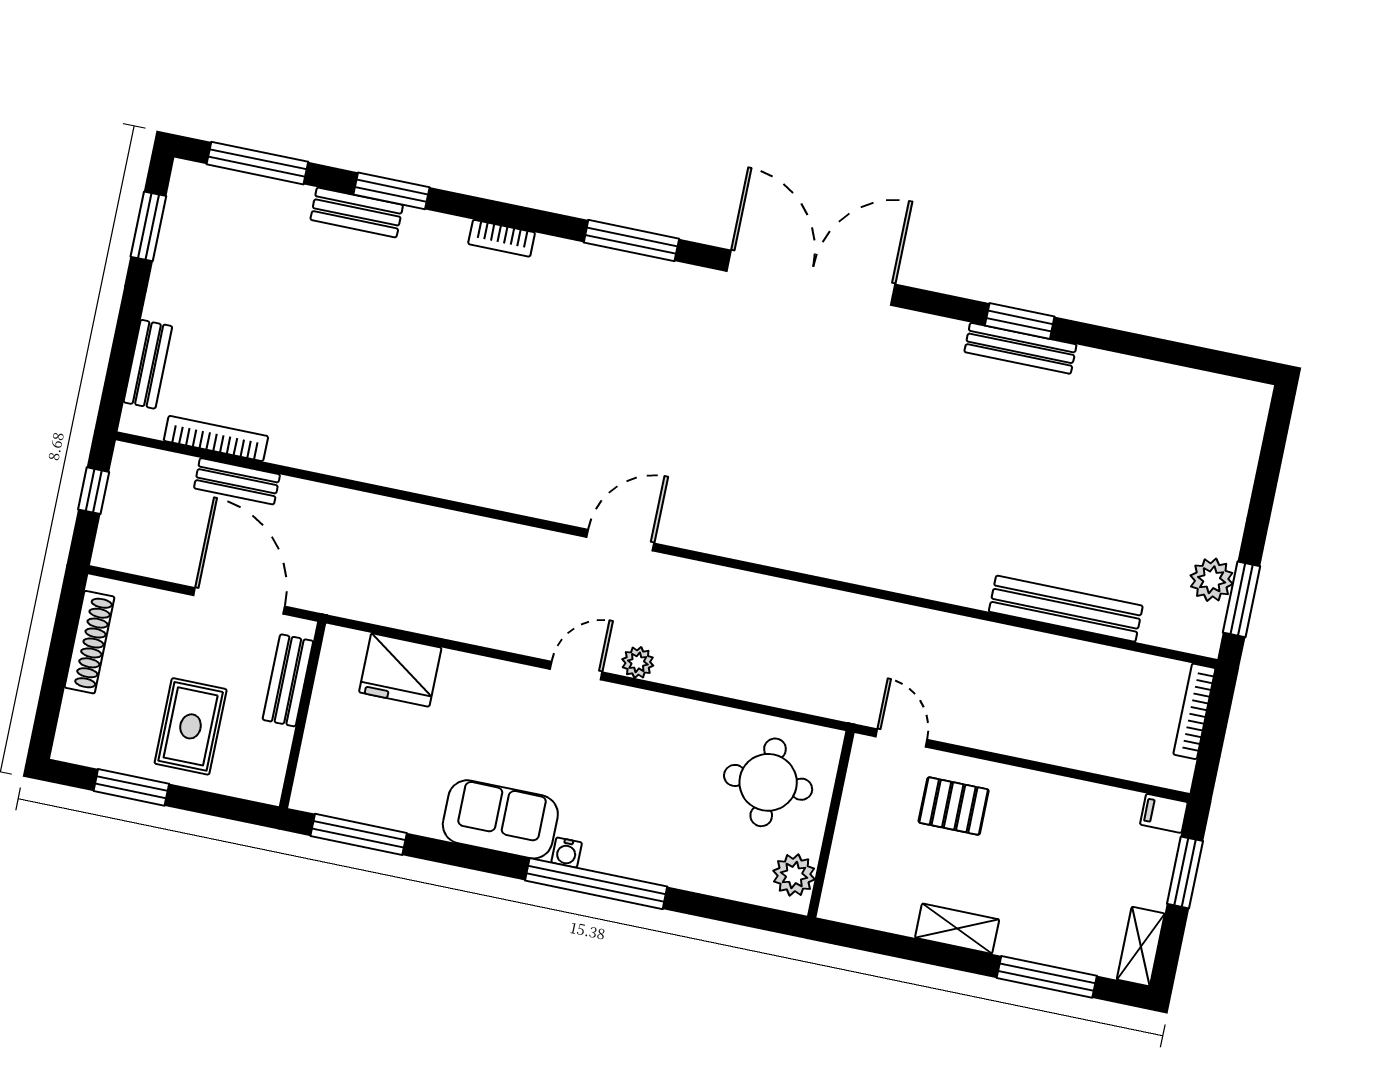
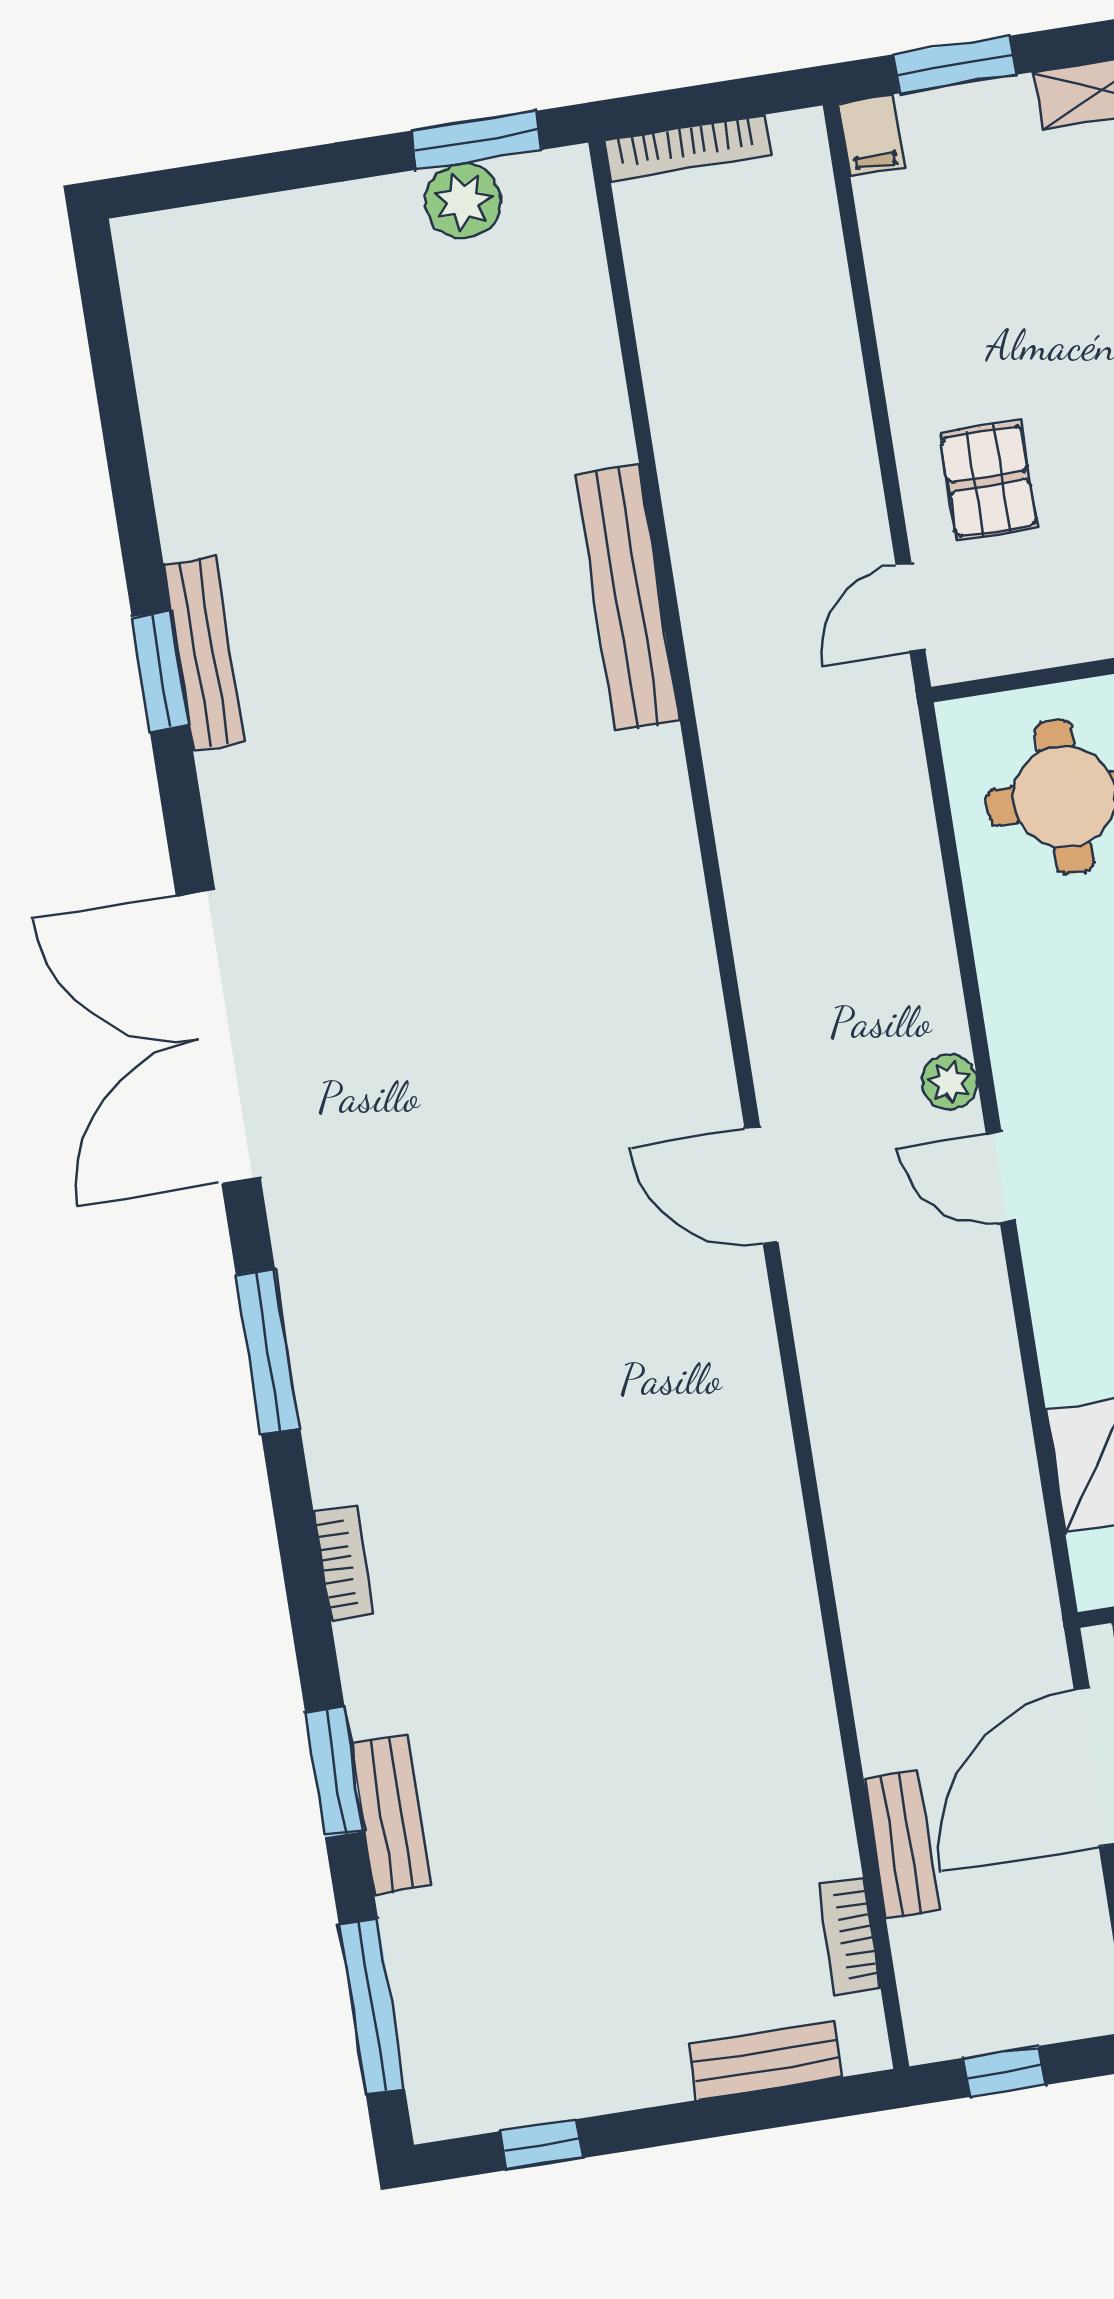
window: (148, 226) -> (542, 2145), width x0.67
bookcase: (216, 438) -> (850, 1936), width x0.64
bench: (1066, 609) -> (628, 597), moved

